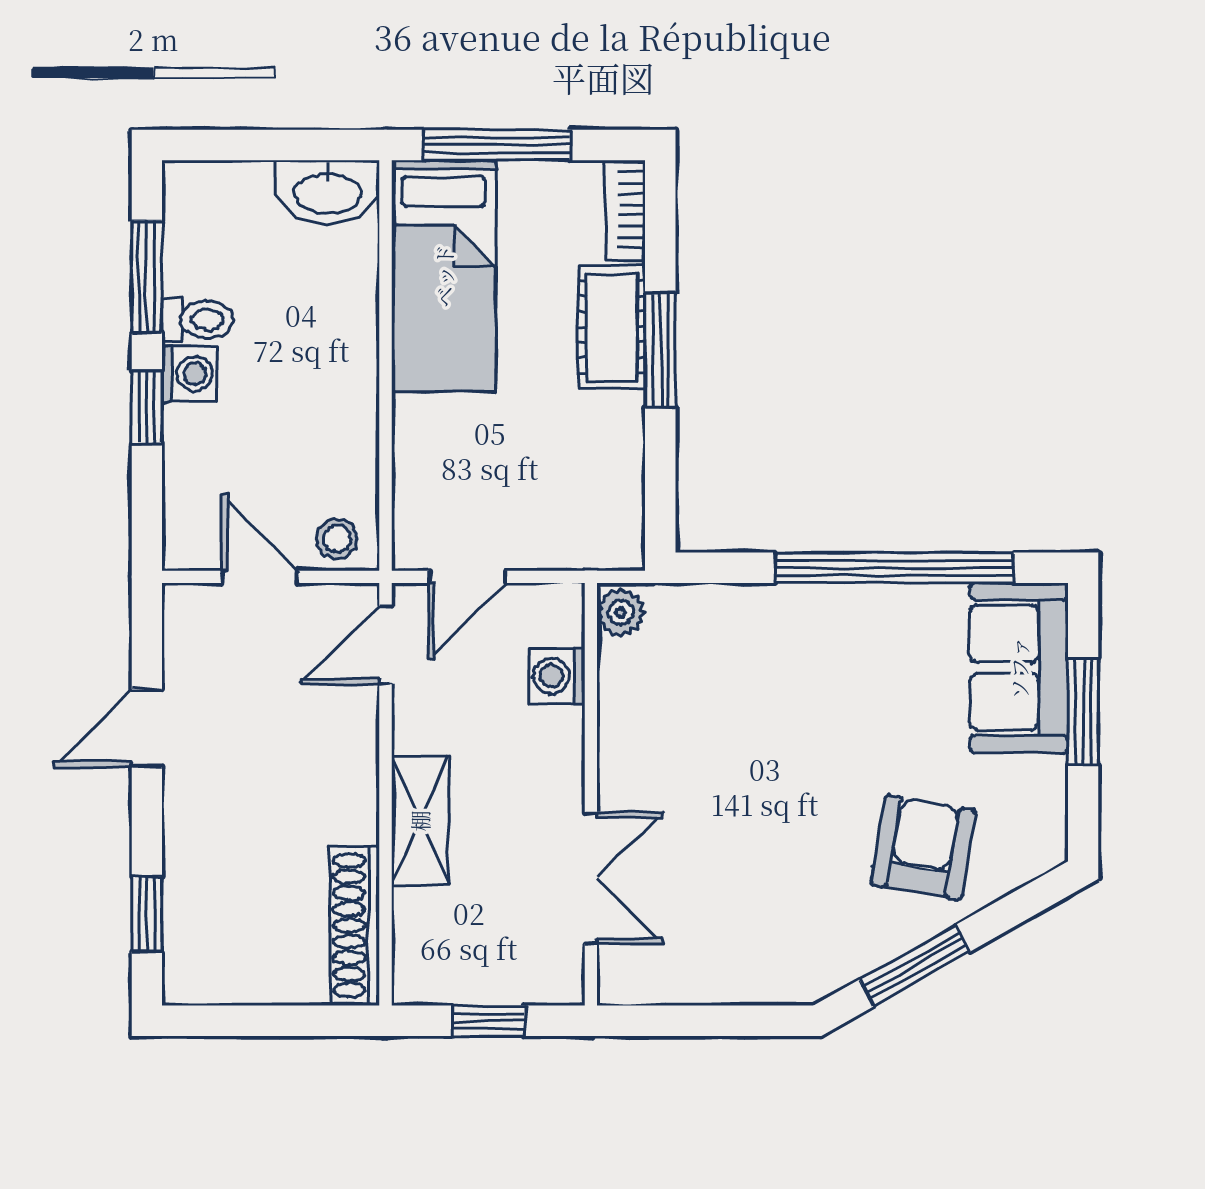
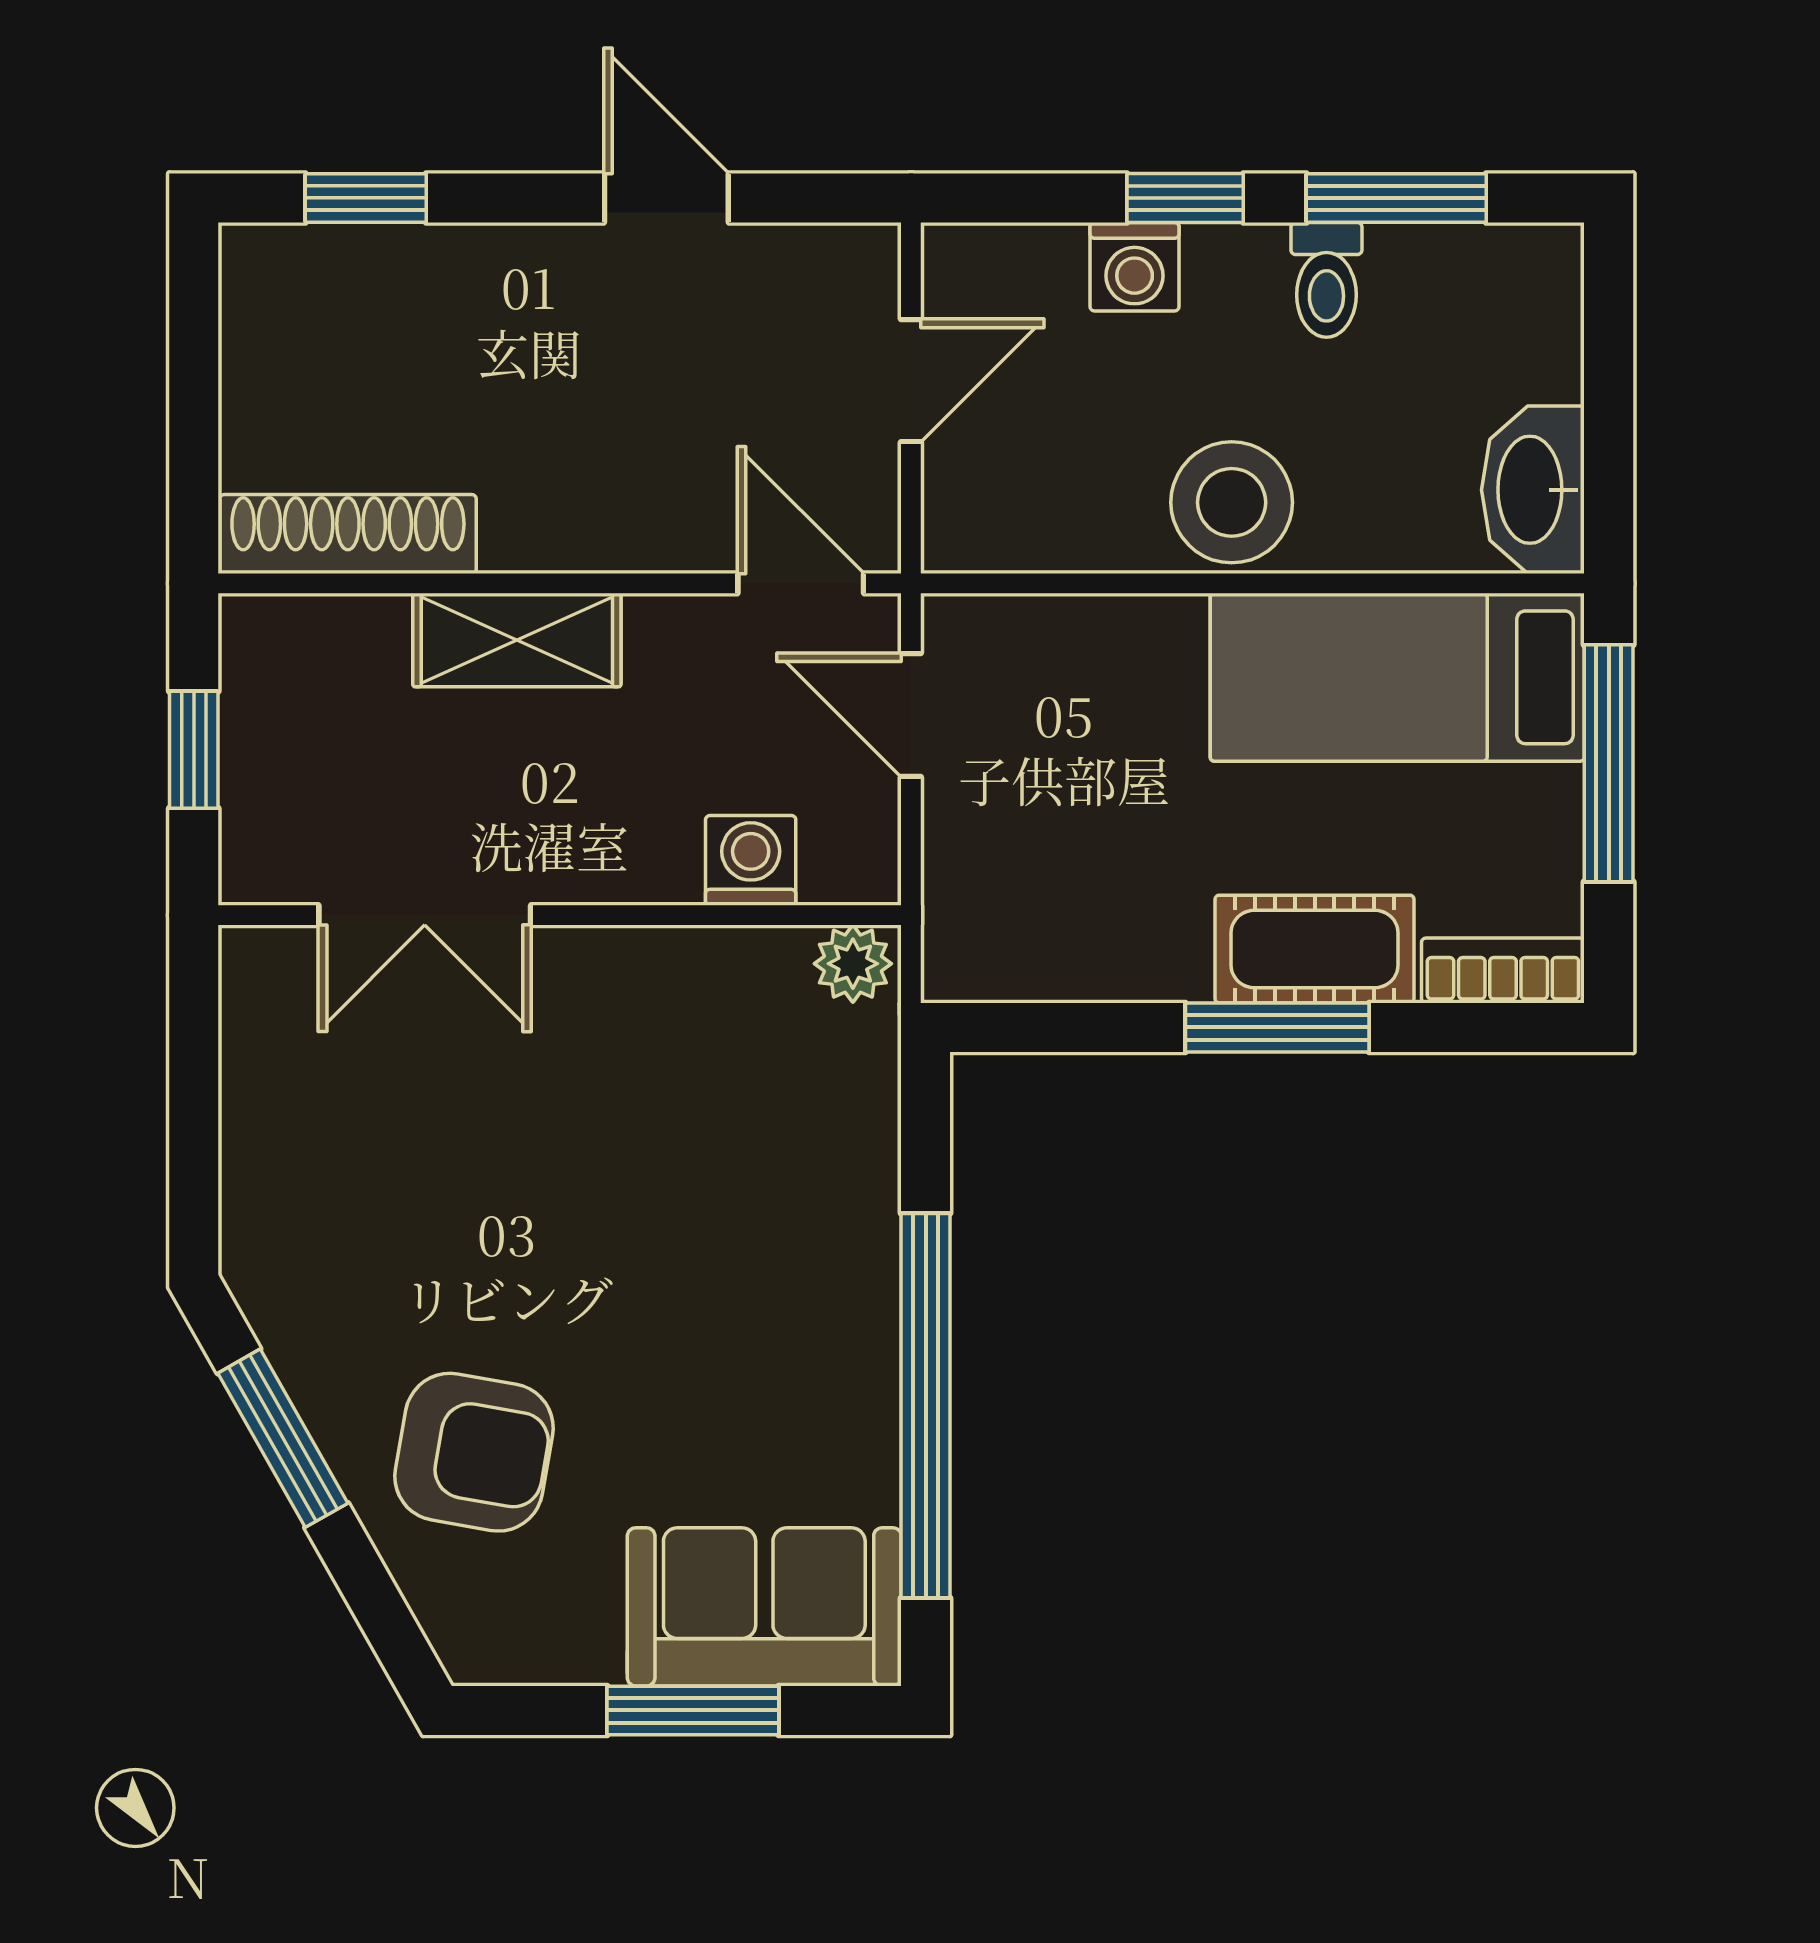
washing machine: (189, 374) -> (1135, 267), moved
stool: (337, 539) -> (1232, 502), moved, width x1.89, depth x1.89

